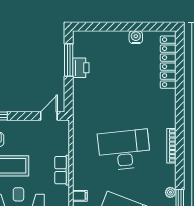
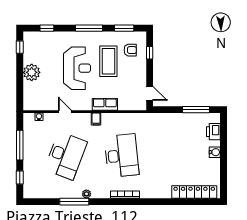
water cooler: (136, 37) -> (215, 152), moved
printer: (81, 68) -> (213, 132), moved, turned 90
filing cabinet: (80, 196) -> (96, 119), moved

